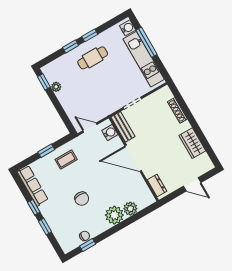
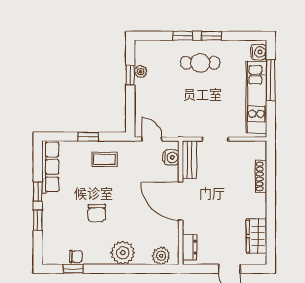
window: (44, 82) -> (130, 75), moved
wardrobe: (192, 143) -> (256, 236), moved
plant: (130, 209) -> (161, 256), moved

